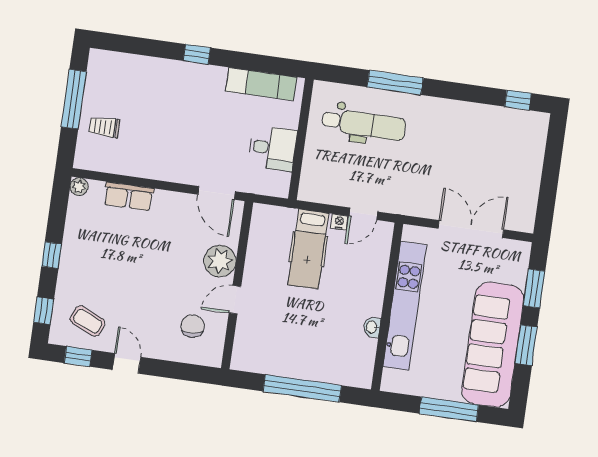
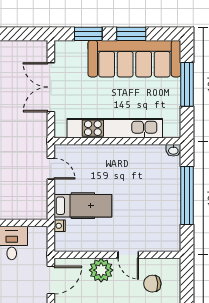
nightstand: (339, 222) -> (60, 226), moved
washbasin: (372, 327) -> (173, 150), moved

